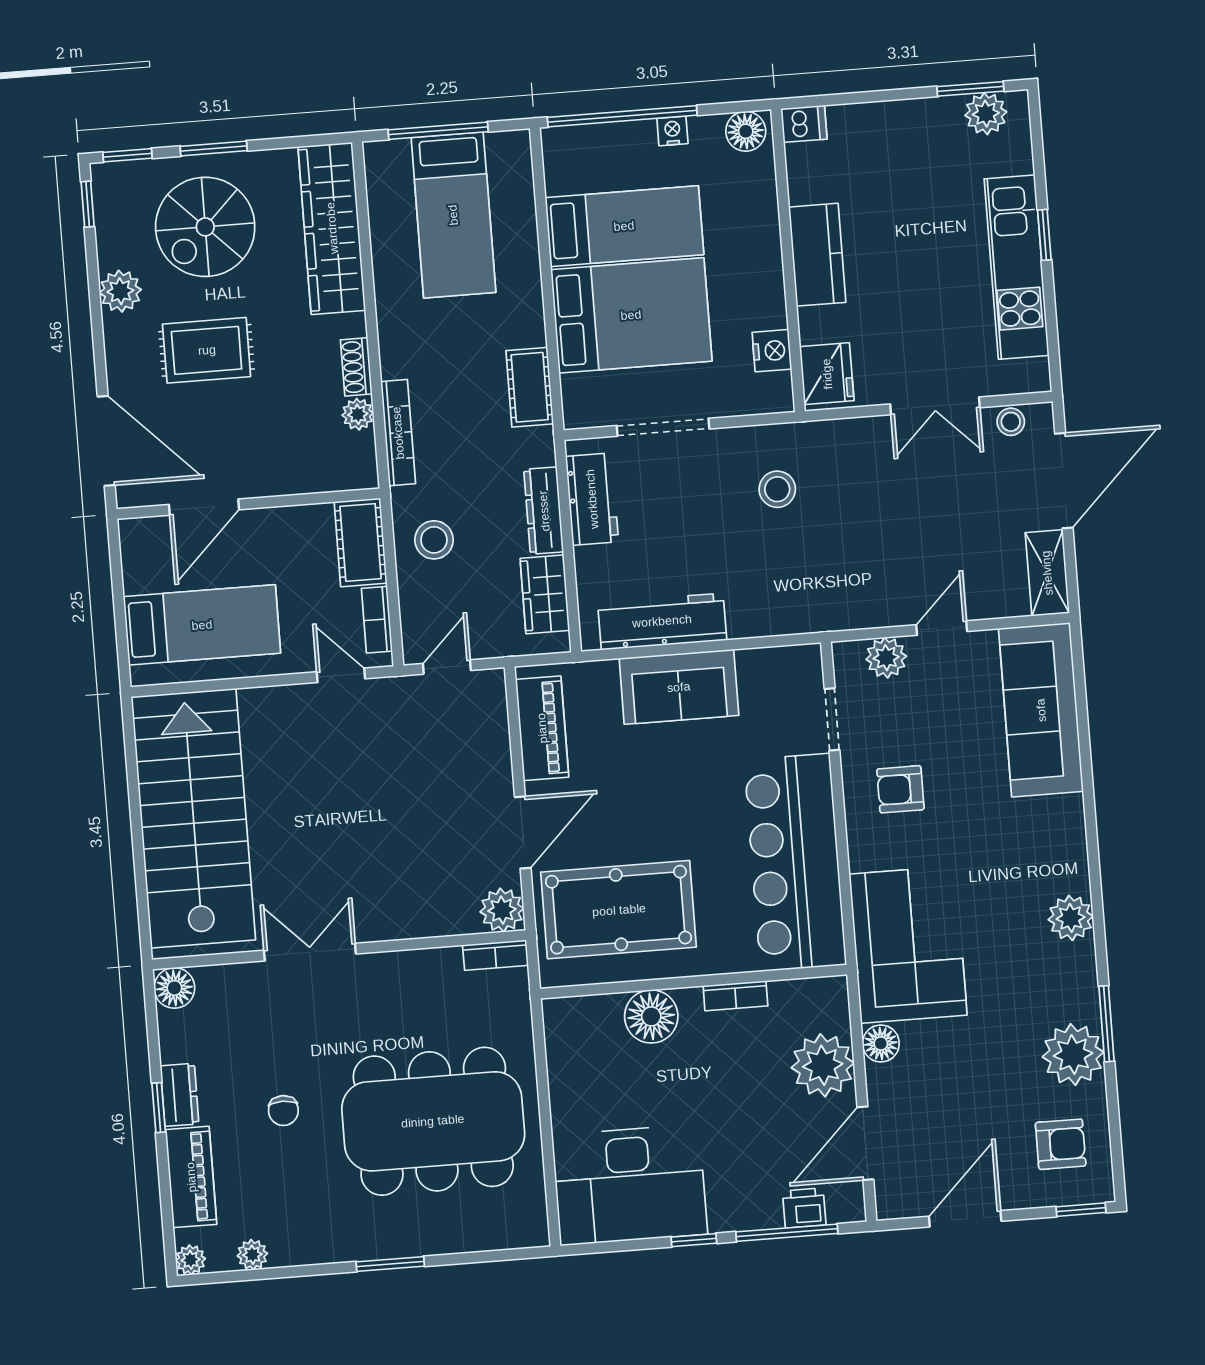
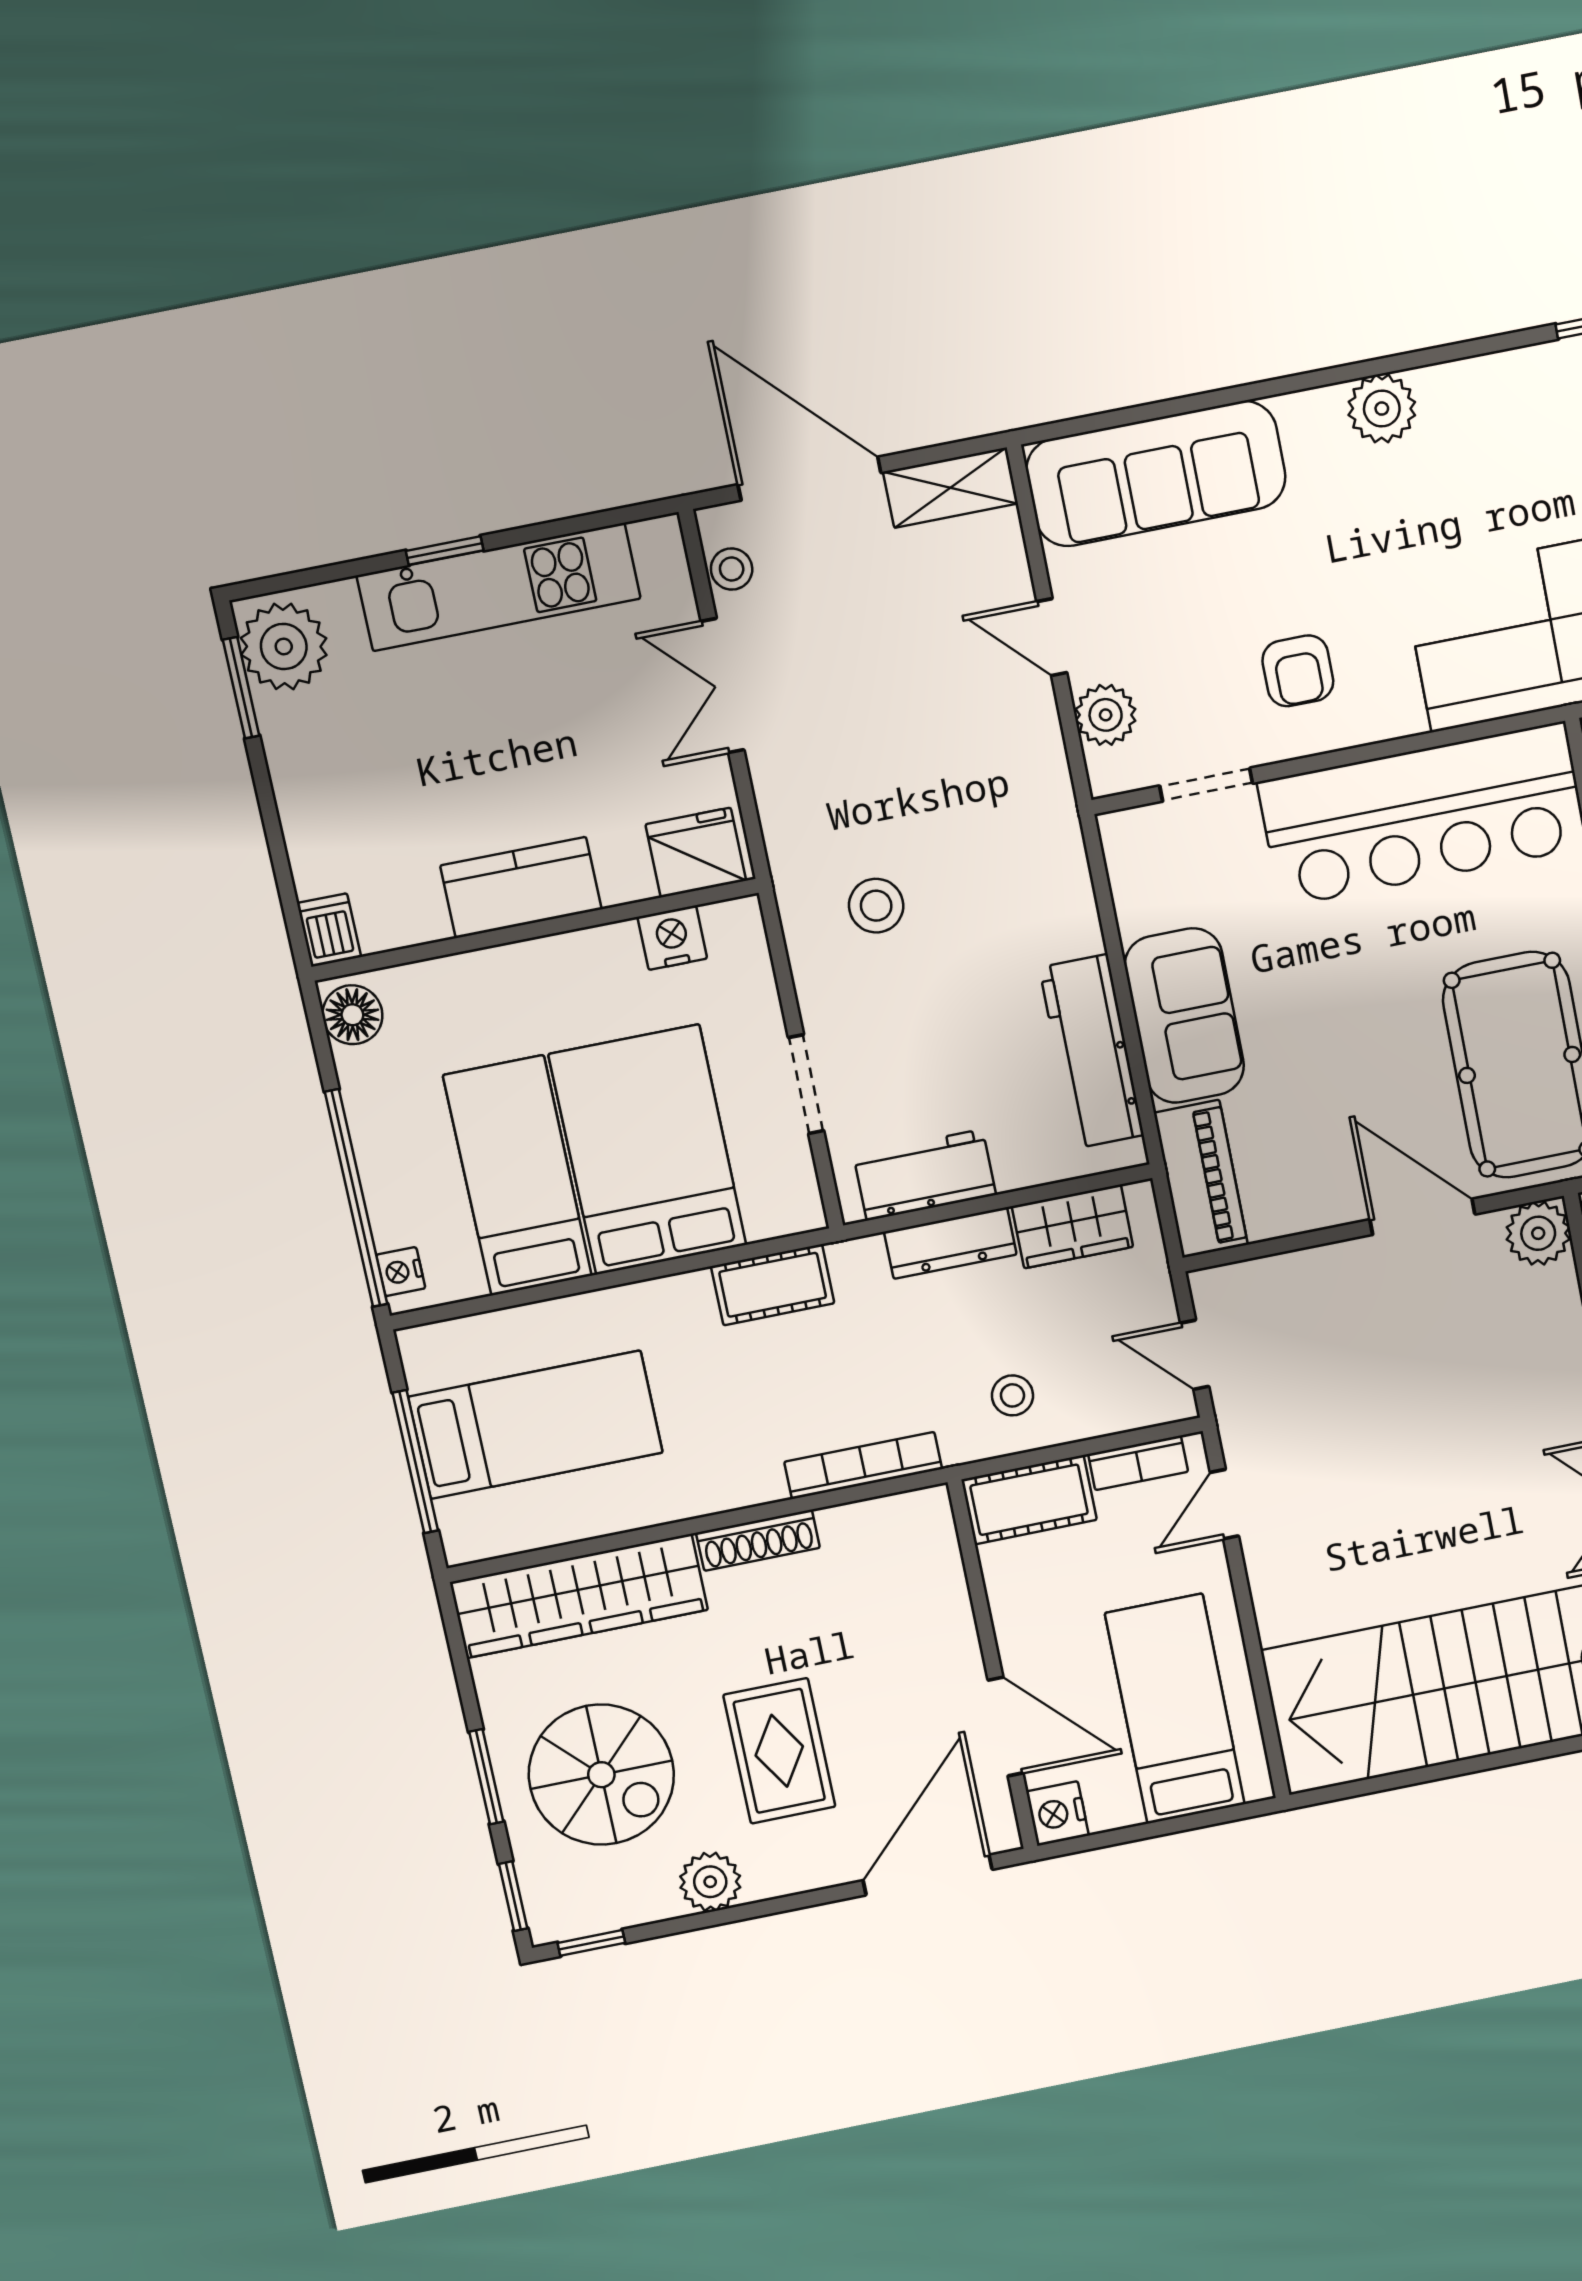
plant: (986, 114) -> (284, 646), width x1.36, depth x1.36
nightstand: (672, 131) -> (401, 1272), moved
shoe rack: (356, 367) -> (758, 1540), width x1.43
double door: (935, 406) -> (722, 686), swing flipped
plant: (358, 414) -> (844, 1526), removed
doorway: (663, 427) -> (806, 1084), width x0.73
nightstand: (138, 535) -> (1057, 1814), added
stool: (434, 540) -> (1012, 1395), width x0.73, depth x0.73
piano: (542, 728) -> (1201, 1179), moved, turned 90
plant: (1071, 918) -> (1382, 409), moved

